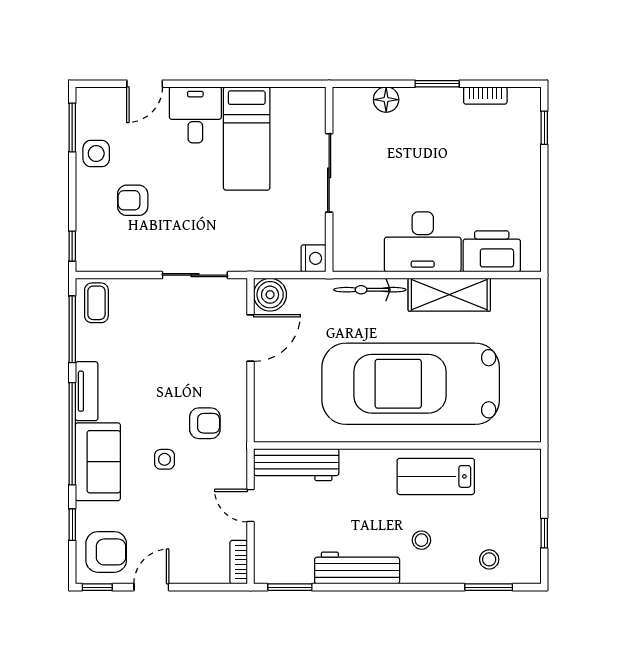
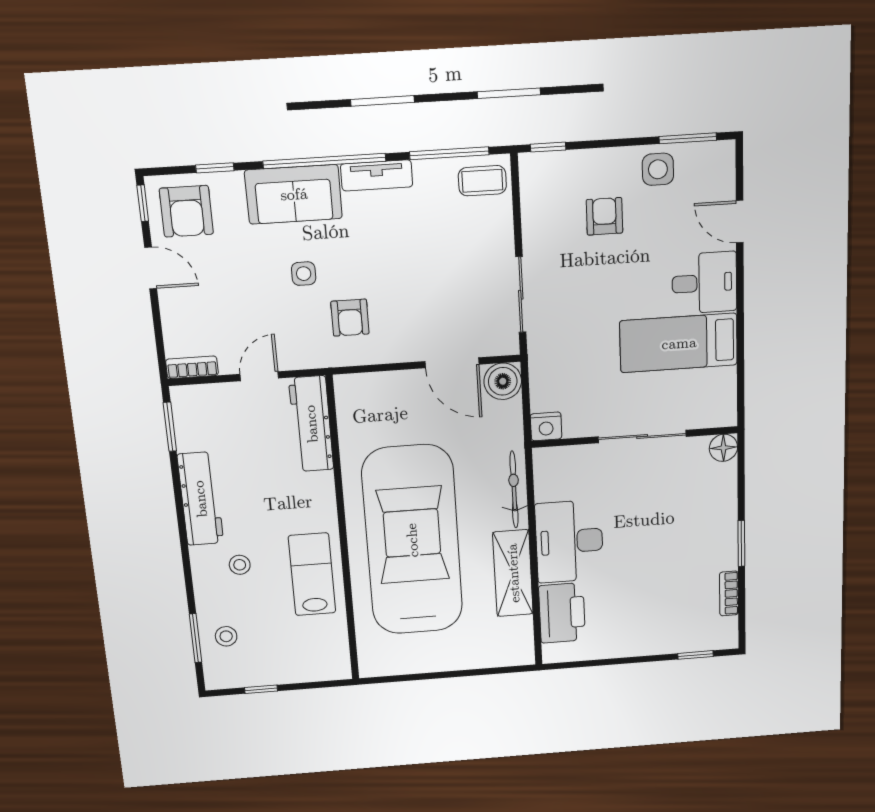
floor lamp: (386, 100) -> (723, 448), moved

